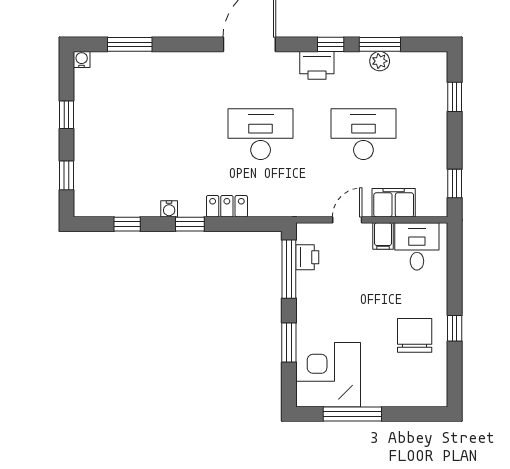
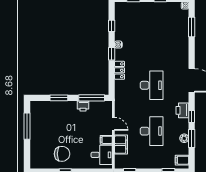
filing cabinet: (429, 66) -> (182, 160), added
printer: (307, 257) -> (83, 106), moved
corner desk: (328, 375) -> (45, 115), removed

